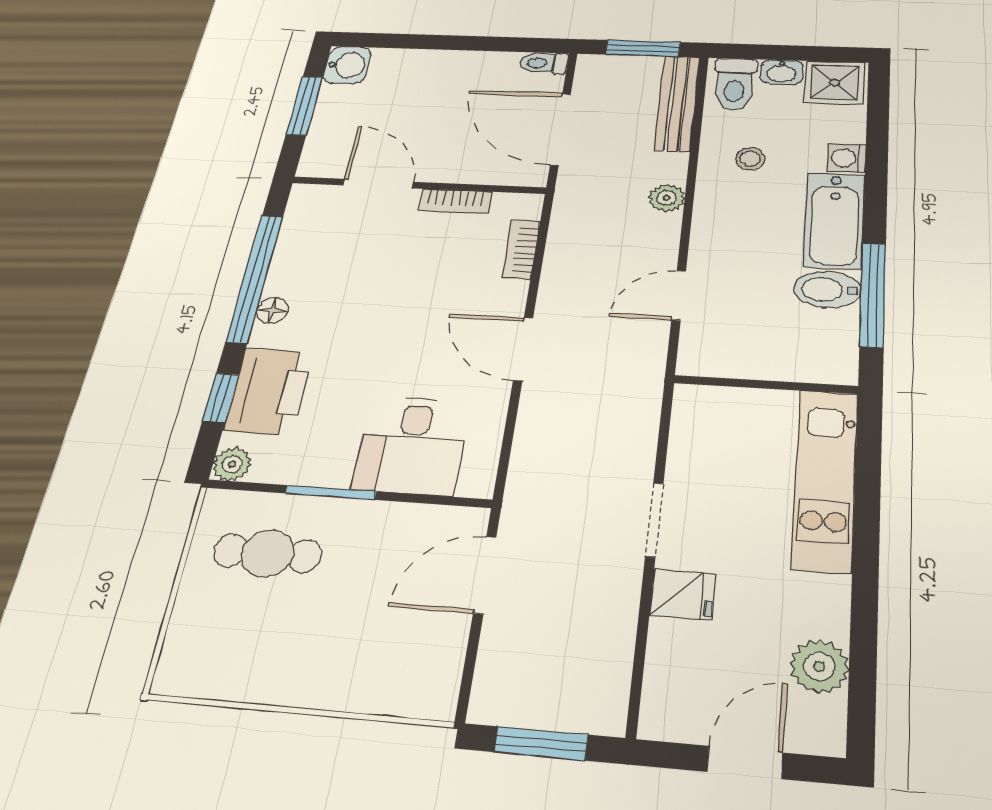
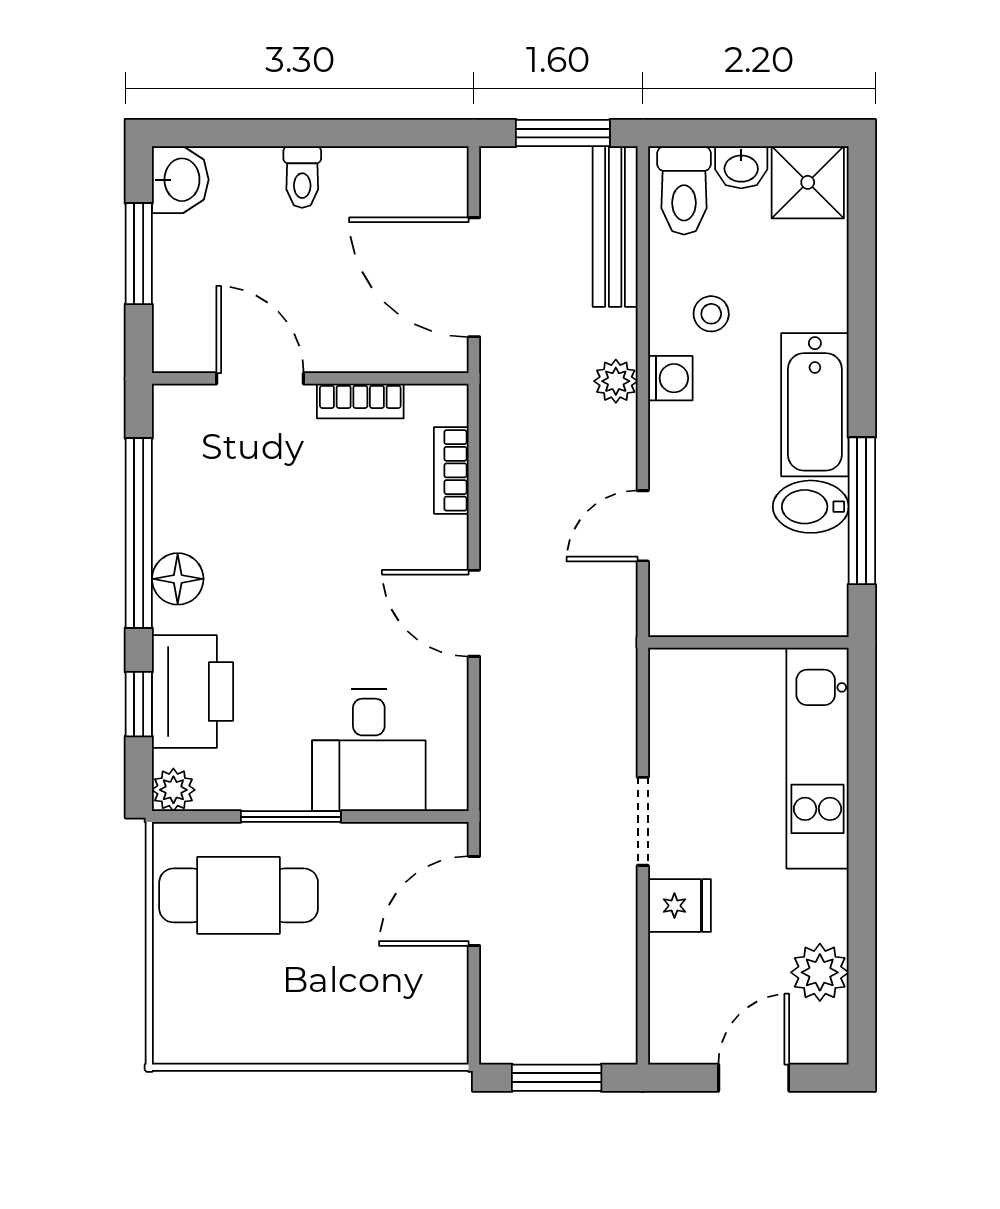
toilet: (544, 63) -> (302, 177), moved, turned -90
washing machine: (847, 158) -> (670, 378), moved, turned 180
floor lamp: (272, 310) -> (178, 579), width x1.37, depth x1.37
cafe table: (268, 553) -> (239, 895), width x1.37, depth x1.35

